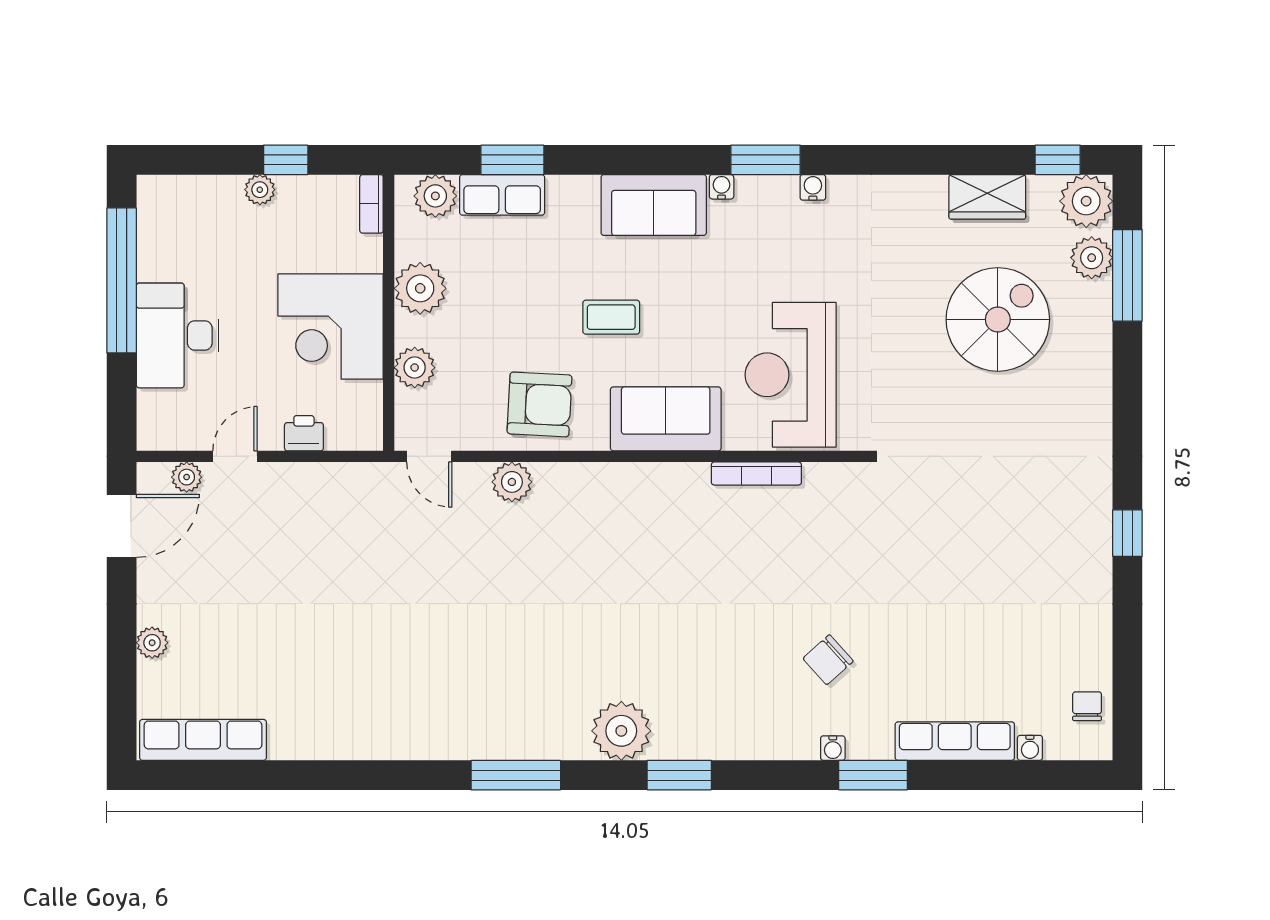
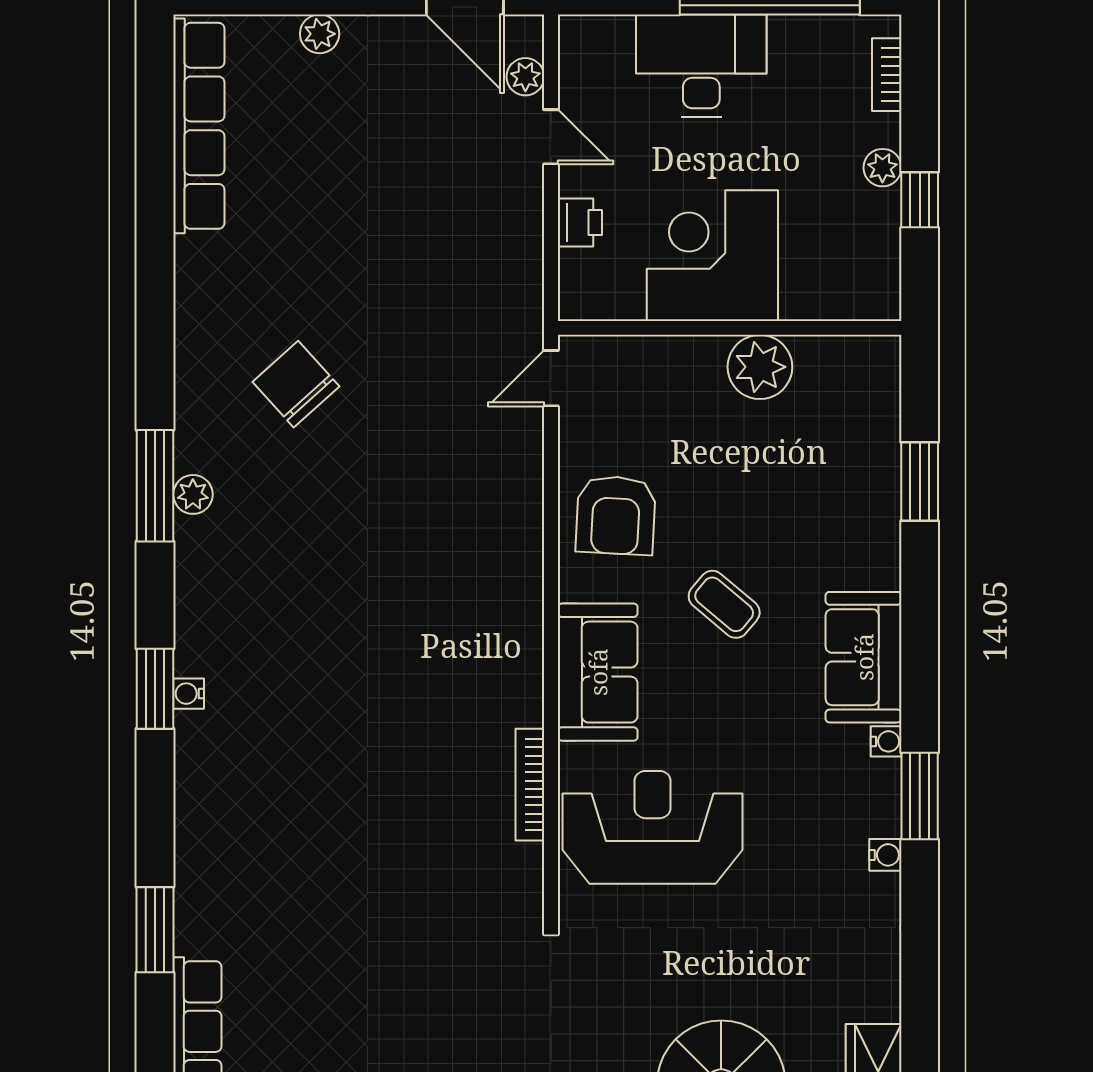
row of seats: (502, 195) -> (876, 469), removed
plant: (435, 196) -> (875, 386), removed
bookcase: (371, 204) -> (887, 75), moved, turned -90
coffee table: (611, 317) -> (724, 604), turned -50
plant: (415, 368) -> (662, 360), removed
plant: (512, 482) -> (519, 481), removed
chair: (828, 660) -> (296, 384), moved, width x1.37, depth x1.37
plant: (621, 731) -> (193, 494), moved, width x0.53, depth x0.53
row of seats: (203, 740) -> (199, 126), width x1.36
water cooler: (833, 748) -> (189, 694), moved

